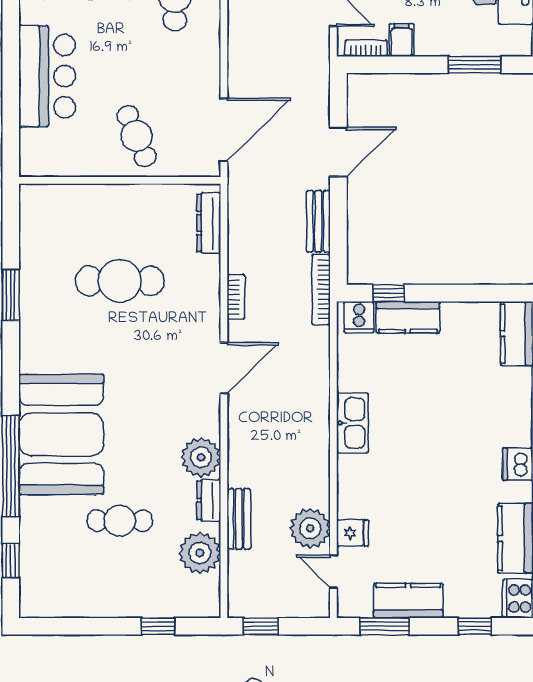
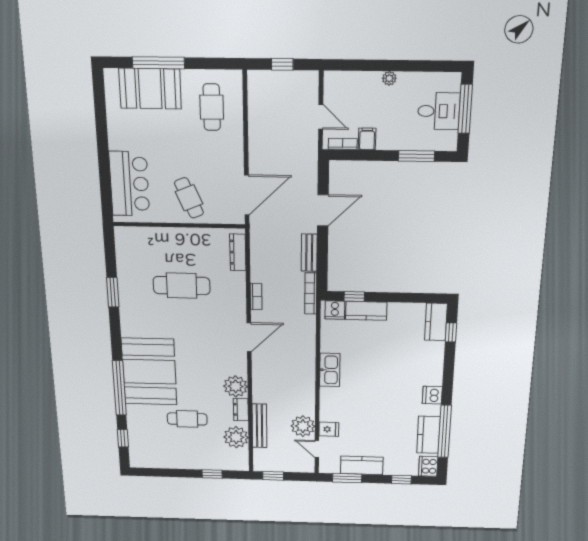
bar counter: (47, 76) -> (129, 184), moved
bench: (239, 519) -> (259, 426), width x1.36

